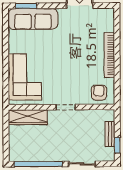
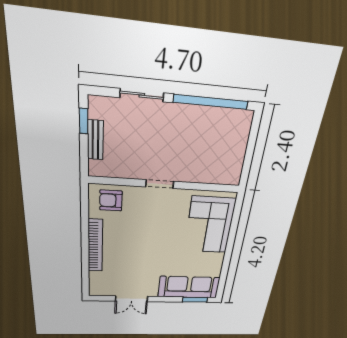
armchair: (99, 93) -> (111, 200), turned 90
wardrobe: (28, 117) -> (215, 174), removed

